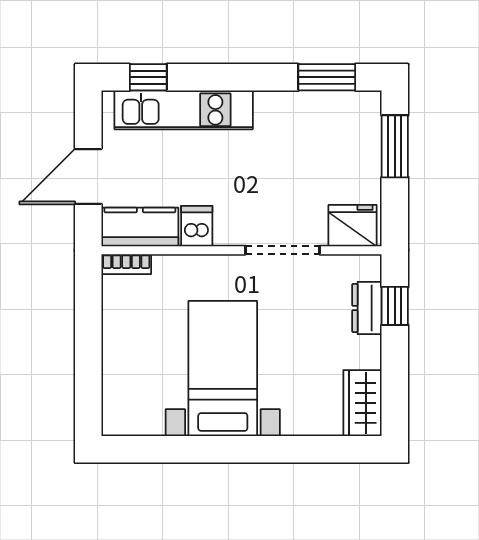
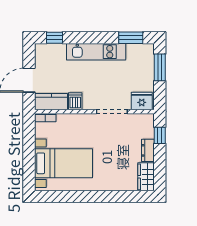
kitchen unit: (184, 110) -> (96, 52), moved
dresser: (367, 308) -> (148, 150), moved
bed with nightstands: (223, 369) -> (63, 163), moved, turned 90

